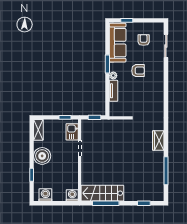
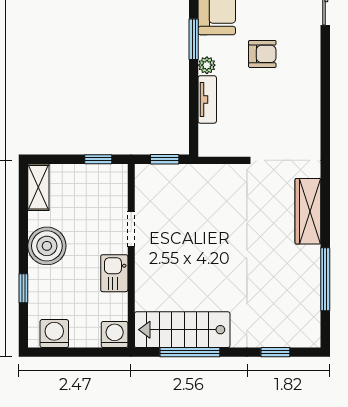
kitchen sink: (72, 132) -> (114, 273), moved
wardrobe: (158, 140) -> (308, 211), width x1.50

